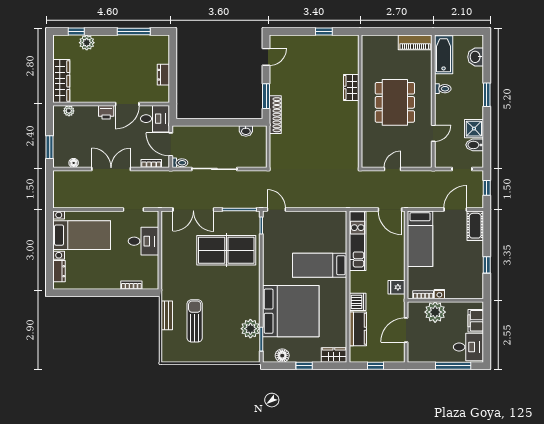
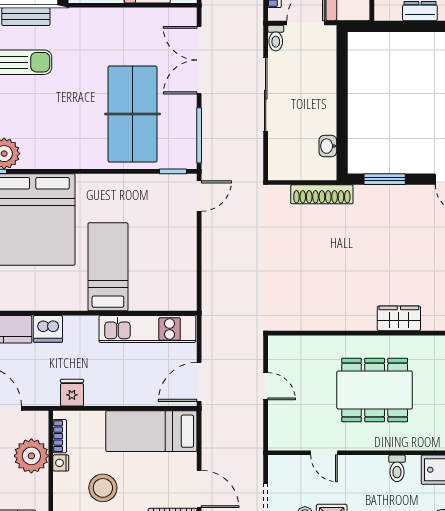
shoe rack: (275, 115) -> (322, 194), moved
stool: (455, 268) -> (103, 488), added

